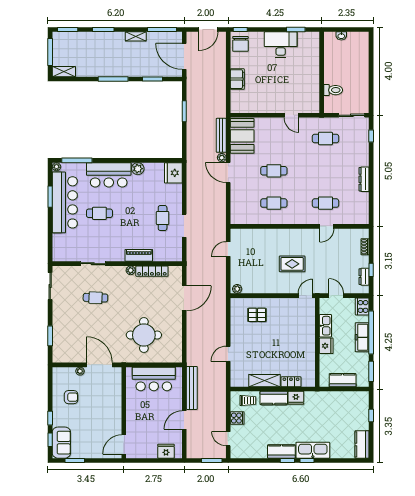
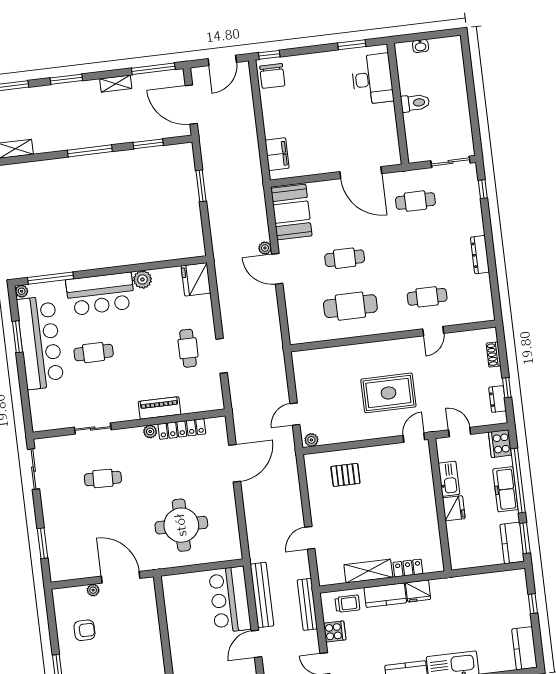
desk: (281, 45) -> (372, 79), moved, turned 90
filing cabinet: (237, 79) -> (277, 154), moved
toilet: (333, 90) -> (415, 103), moved
door: (291, 115) -> (361, 173), width x1.87
bench: (221, 135) -> (307, 604), moved
cafe table: (274, 203) -> (350, 306), width x1.37, depth x1.35
door: (228, 249) -> (295, 414), moved
rug: (292, 264) -> (388, 393), width x1.36, depth x1.43
bar counter: (154, 379) -> (230, 600), moved, turned 90
kitchen counter: (343, 380) -> (512, 543), moved, turned -90

